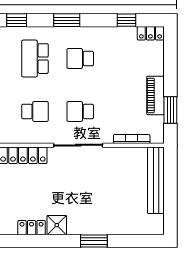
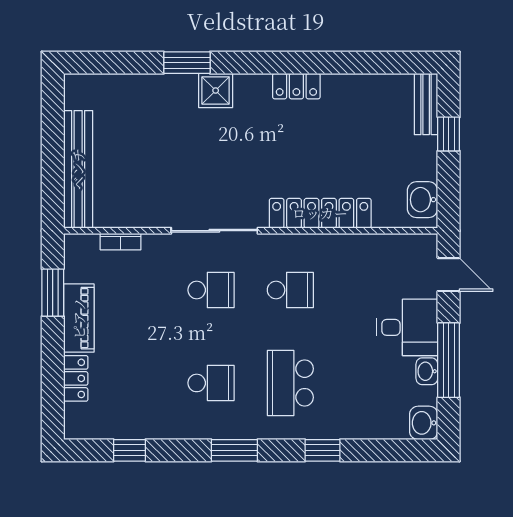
locker: (150, 33) -> (76, 378), moved, turned 90
school desk: (35, 59) -> (290, 383), turned 180
school desk: (35, 111) -> (290, 290), turned 180
bookcase: (132, 139) -> (121, 242), width x0.64
shower: (57, 225) -> (216, 90), moved

